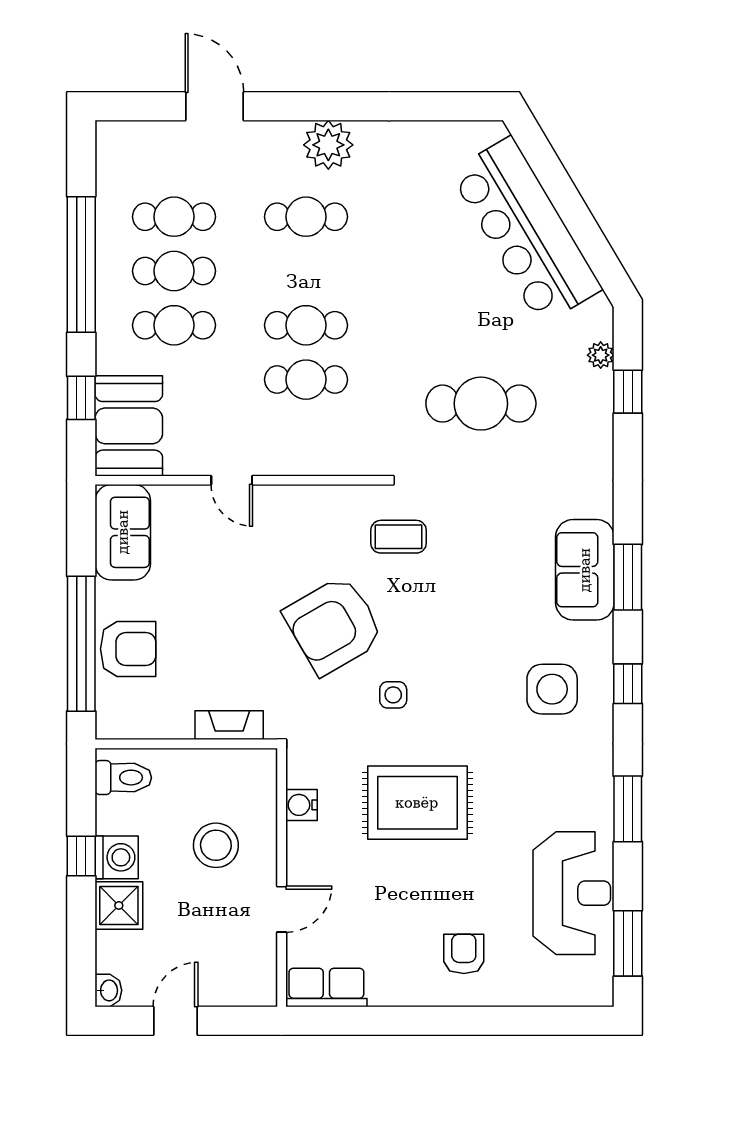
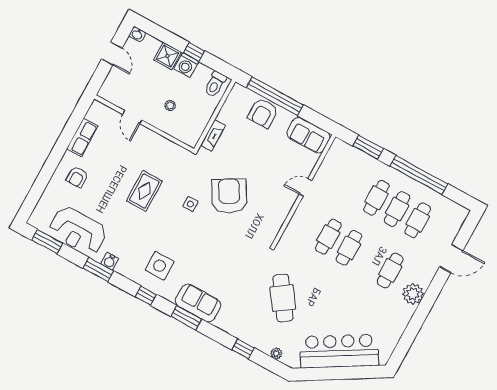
window: (628, 392) -> (243, 349), moved
window: (81, 398) -> (368, 147), width x1.50
cafe table: (481, 404) -> (283, 298), turned -35
booth: (129, 426) -> (348, 160), removed
coffee table: (399, 537) -> (249, 239), removed
rug: (417, 803) -> (144, 191), width x0.73, depth x0.70
water cooler: (301, 805) -> (110, 261), moved, turned 180
stool: (216, 845) -> (170, 105), width x0.53, depth x0.53
armchair: (464, 954) -> (77, 177), turned 90
row of seats: (326, 987) -> (82, 138), moved

